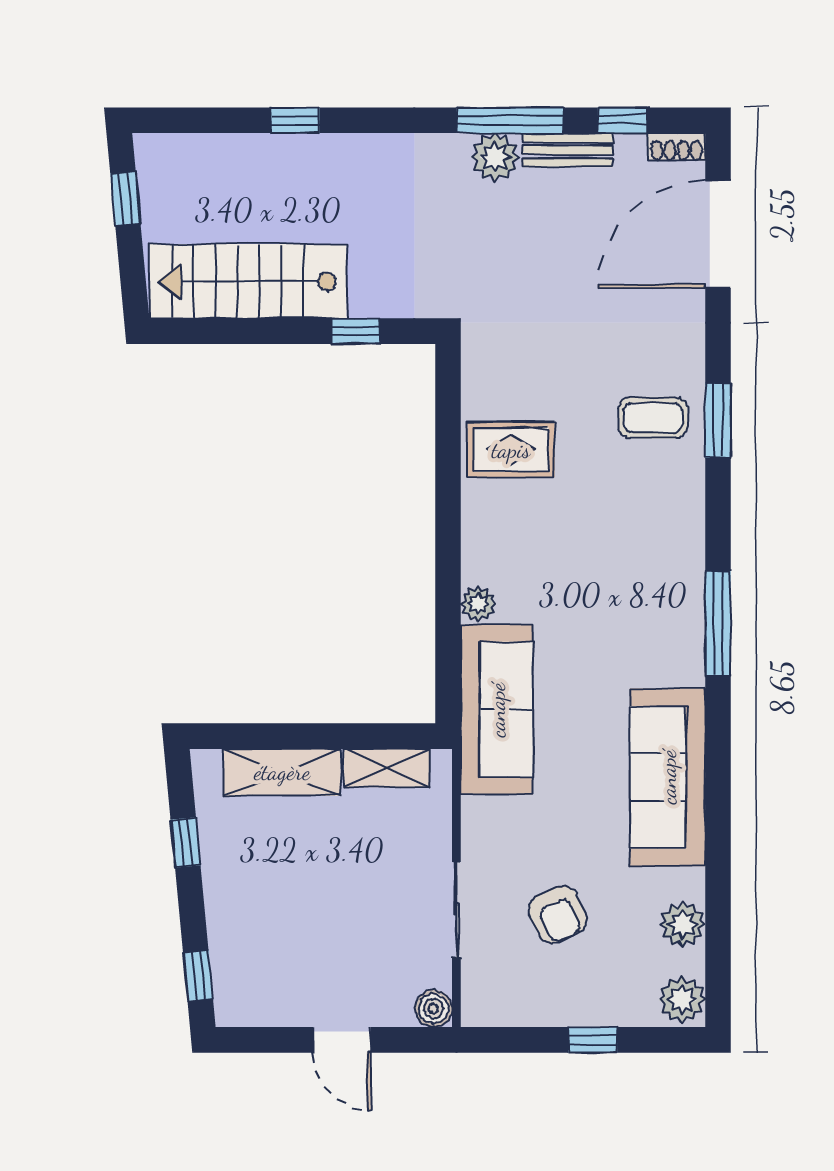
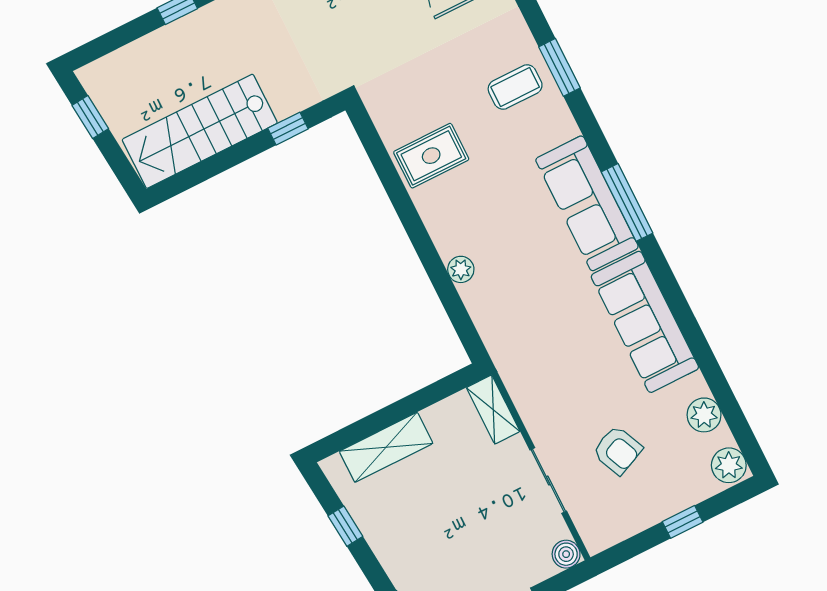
sofa: (497, 710) -> (587, 203), moved, turned 180
shelving: (387, 768) -> (493, 410), moved, turned 90

